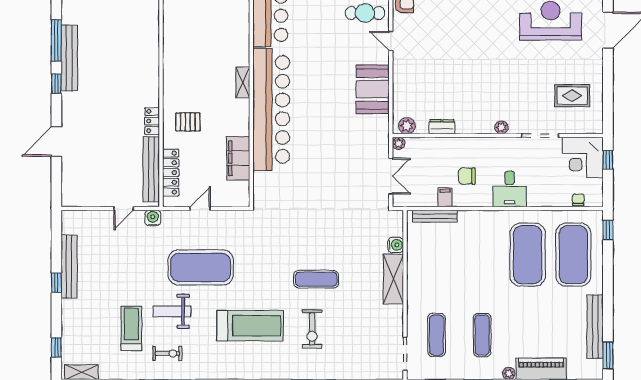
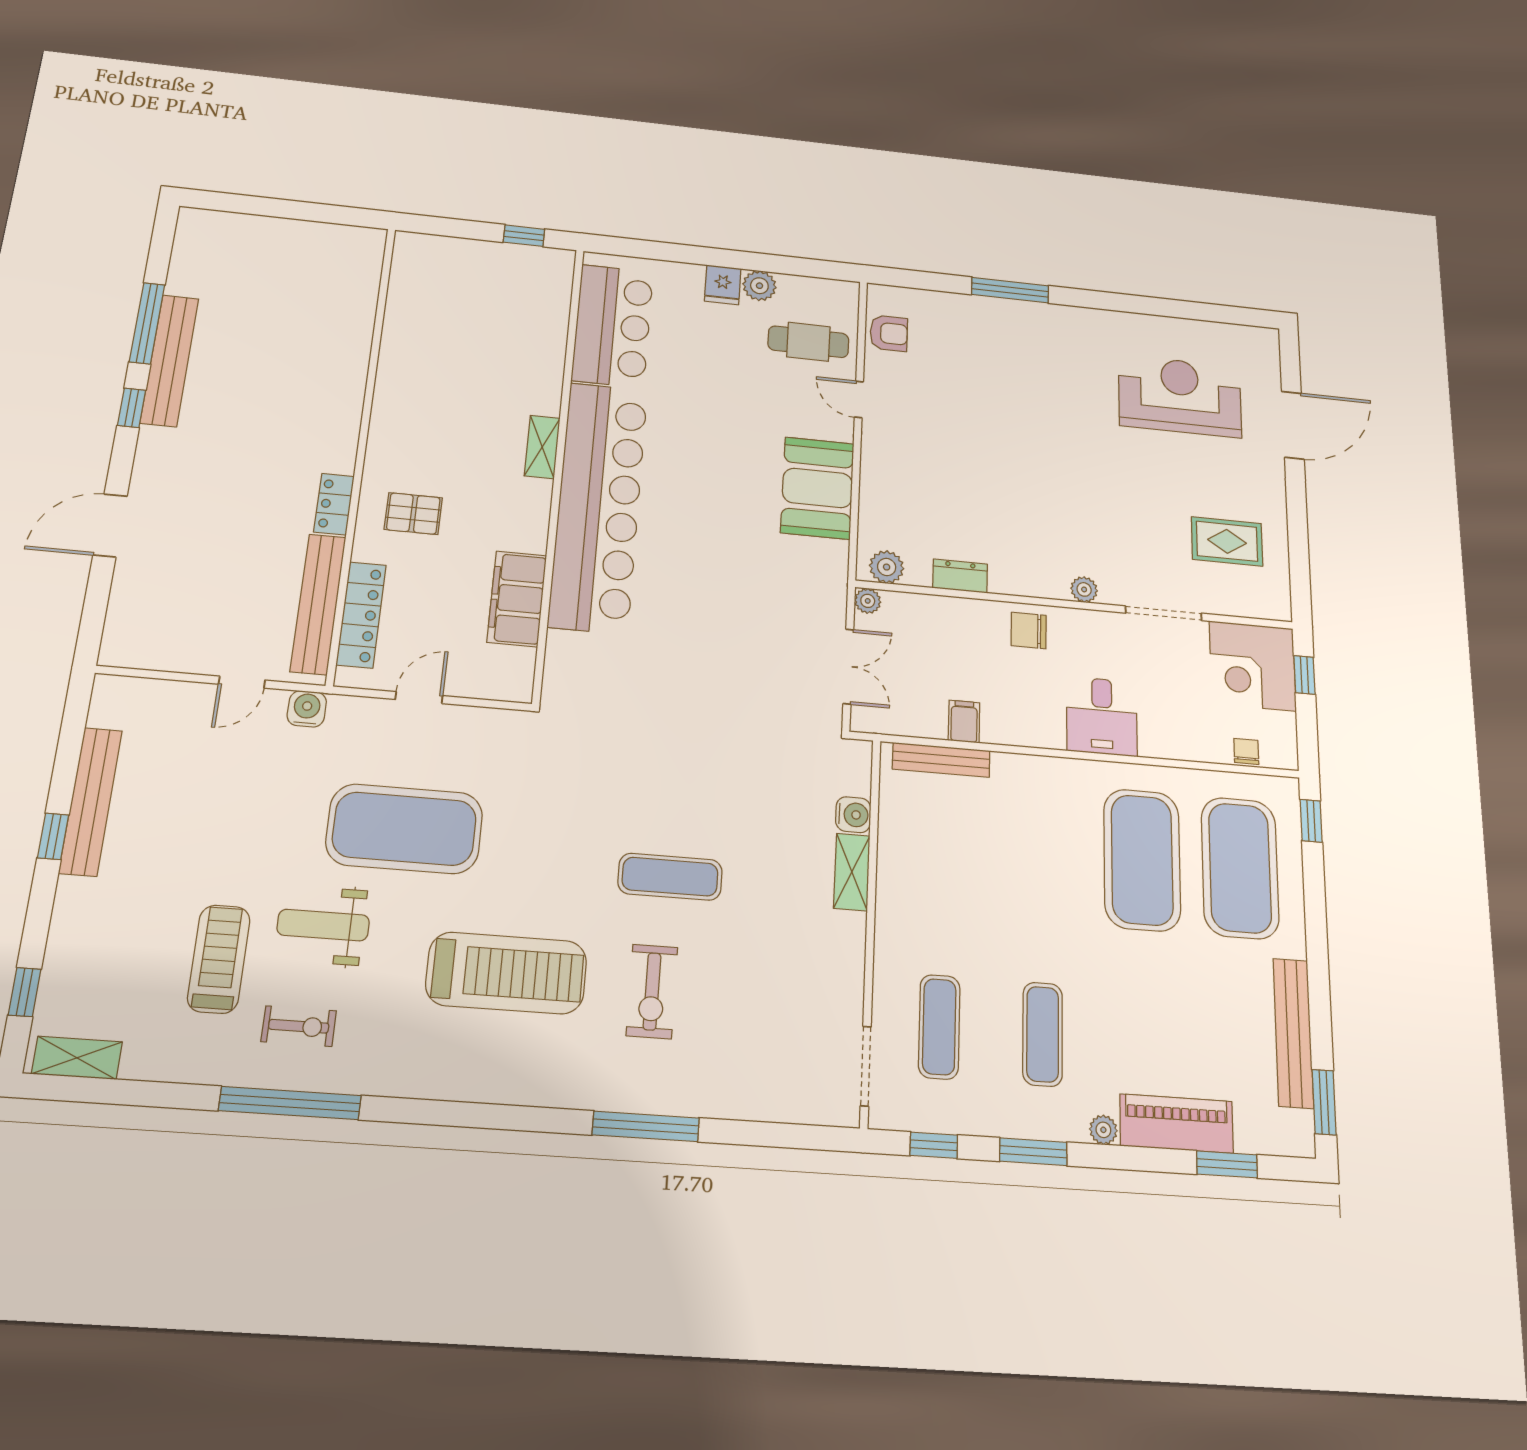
chair: (467, 176) -> (1029, 631), moved
shelving: (393, 279) -> (852, 872), width x0.67, depth x0.75

